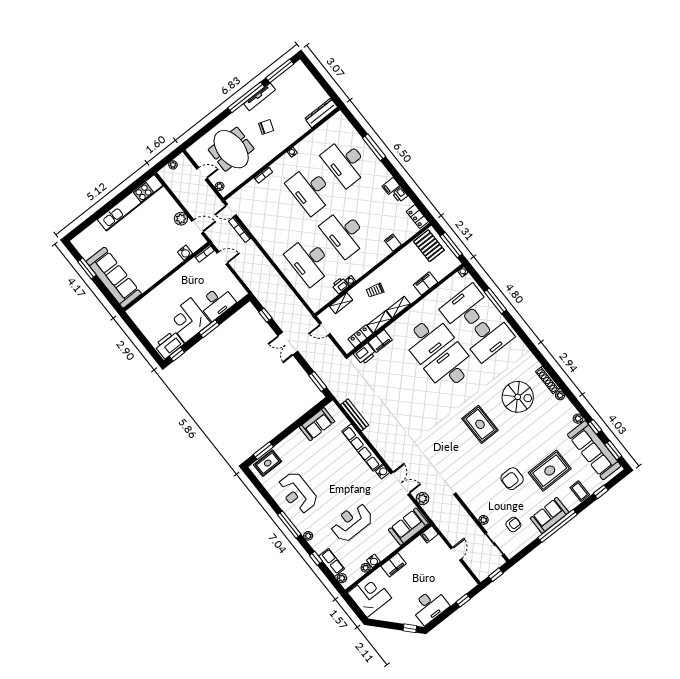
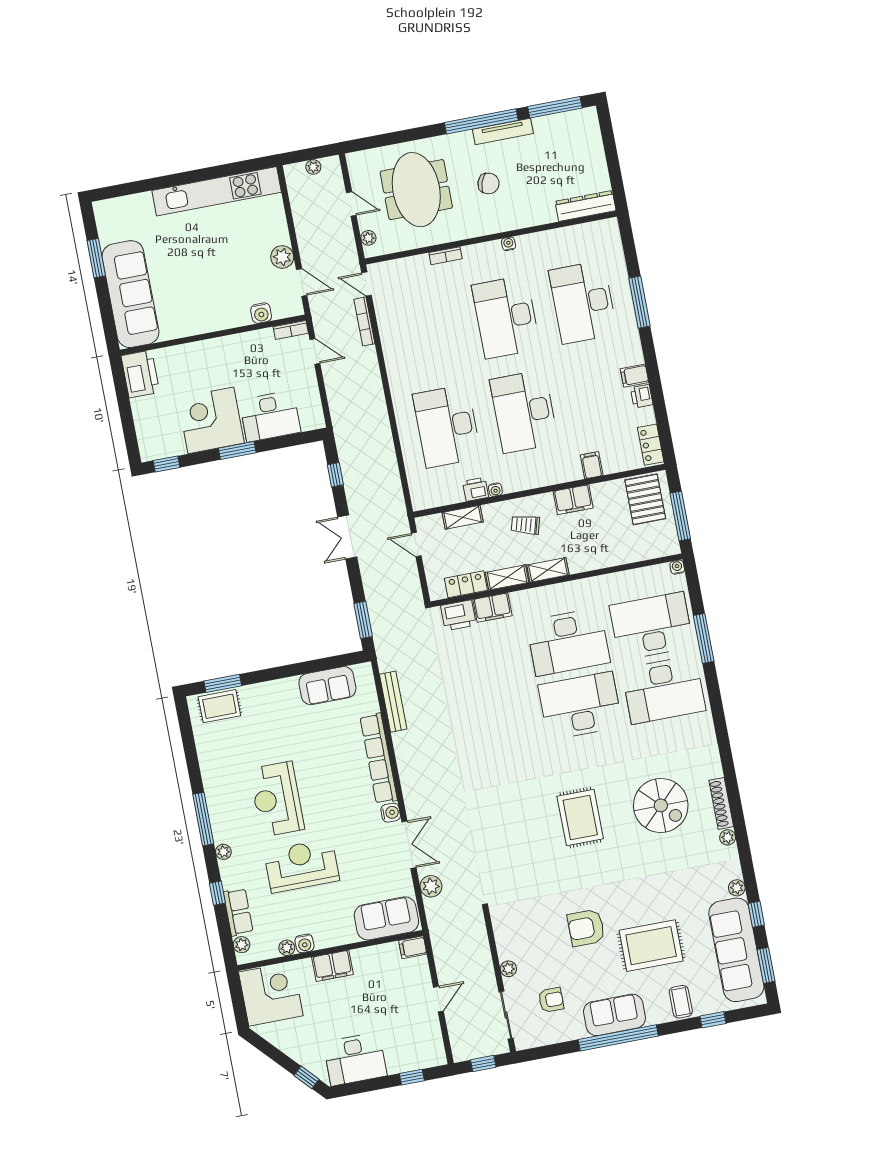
filing cabinet: (425, 284) -> (573, 500), moved, turned 180
printer: (169, 345) -> (140, 374), moved, turned 90
reception desk: (297, 493) -> (277, 799), moved

